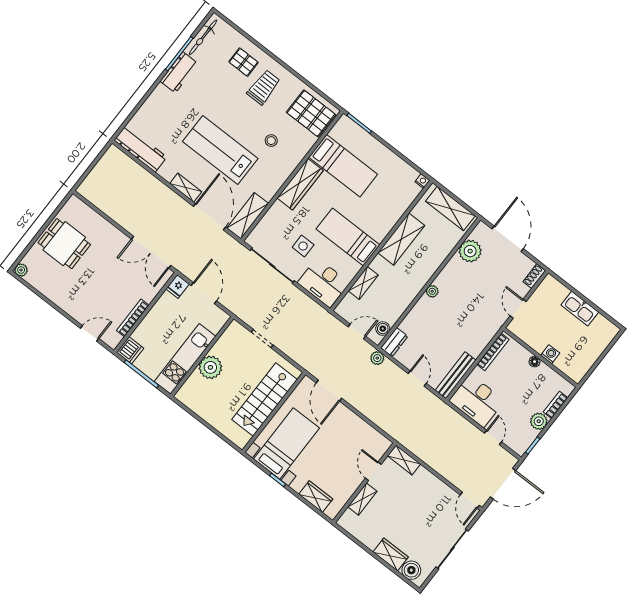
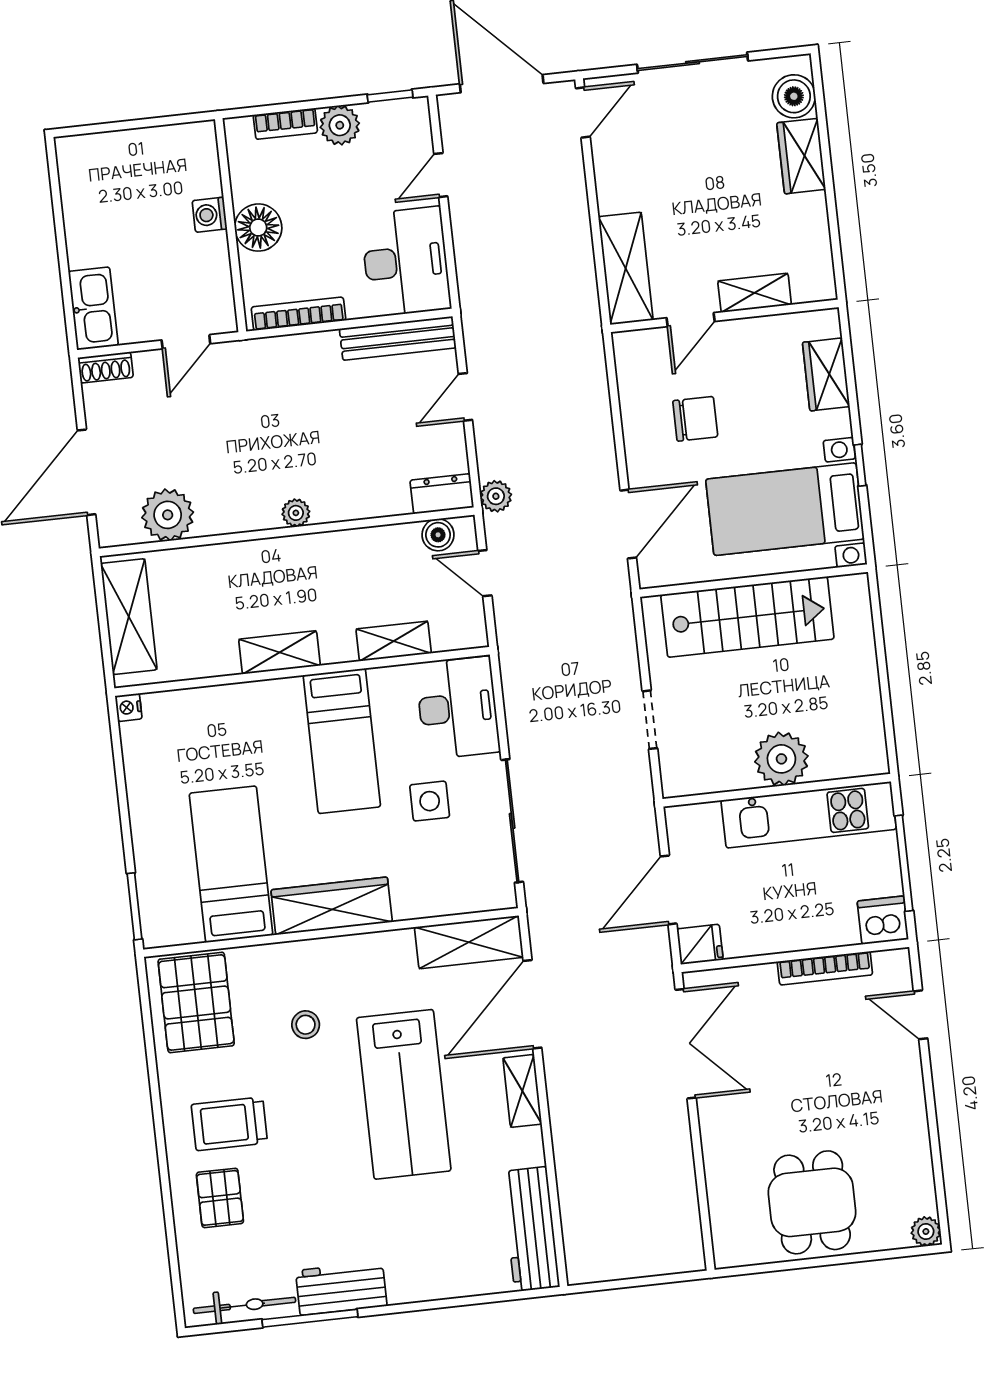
shelving: (401, 239) -> (279, 652), width x0.67, depth x0.75
kitchen sink: (580, 308) -> (93, 309), moved
floor lamp: (535, 362) -> (258, 228), width x1.89, depth x1.89
chair: (341, 443) -> (695, 419), added
shelving: (404, 460) -> (626, 268), width x1.50, depth x1.33

